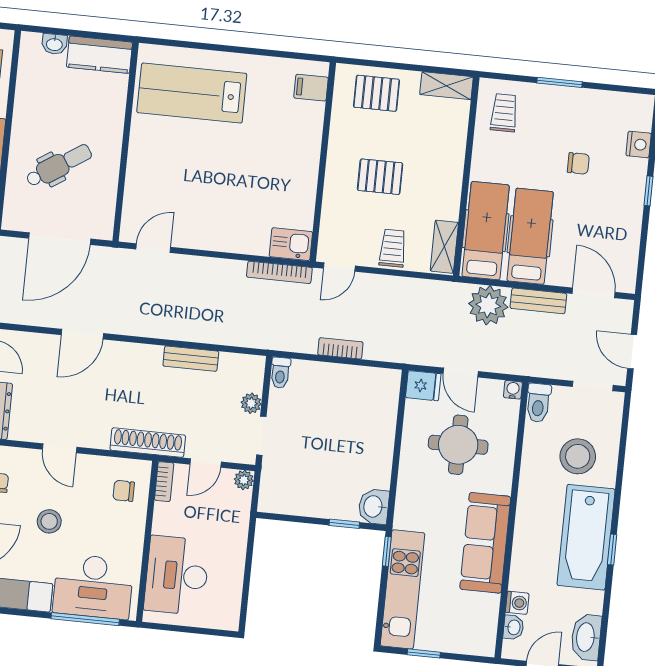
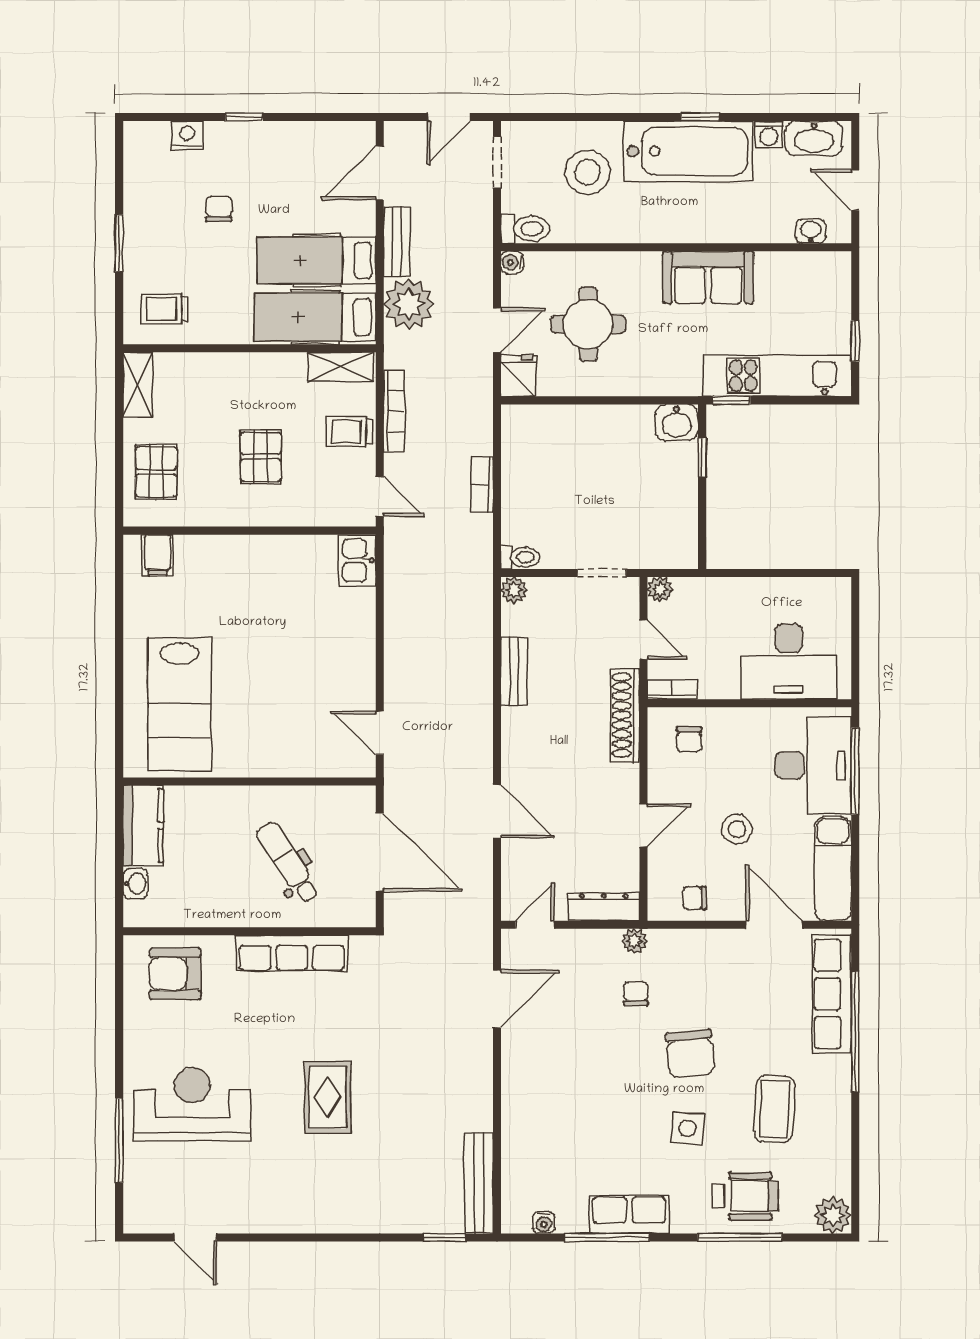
bookcase: (279, 272) -> (394, 411), moved
plant: (251, 403) -> (514, 590), moved
sofa: (485, 543) -> (708, 277), width x0.73
washing machine: (517, 603) -> (769, 135), moved, turned 180

